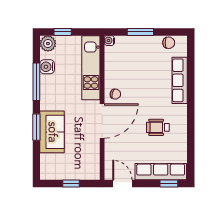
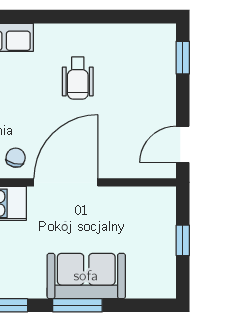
door: (102, 121) -> (66, 182), hinge flipped
row of seats: (161, 172) -> (161, 73), removed

